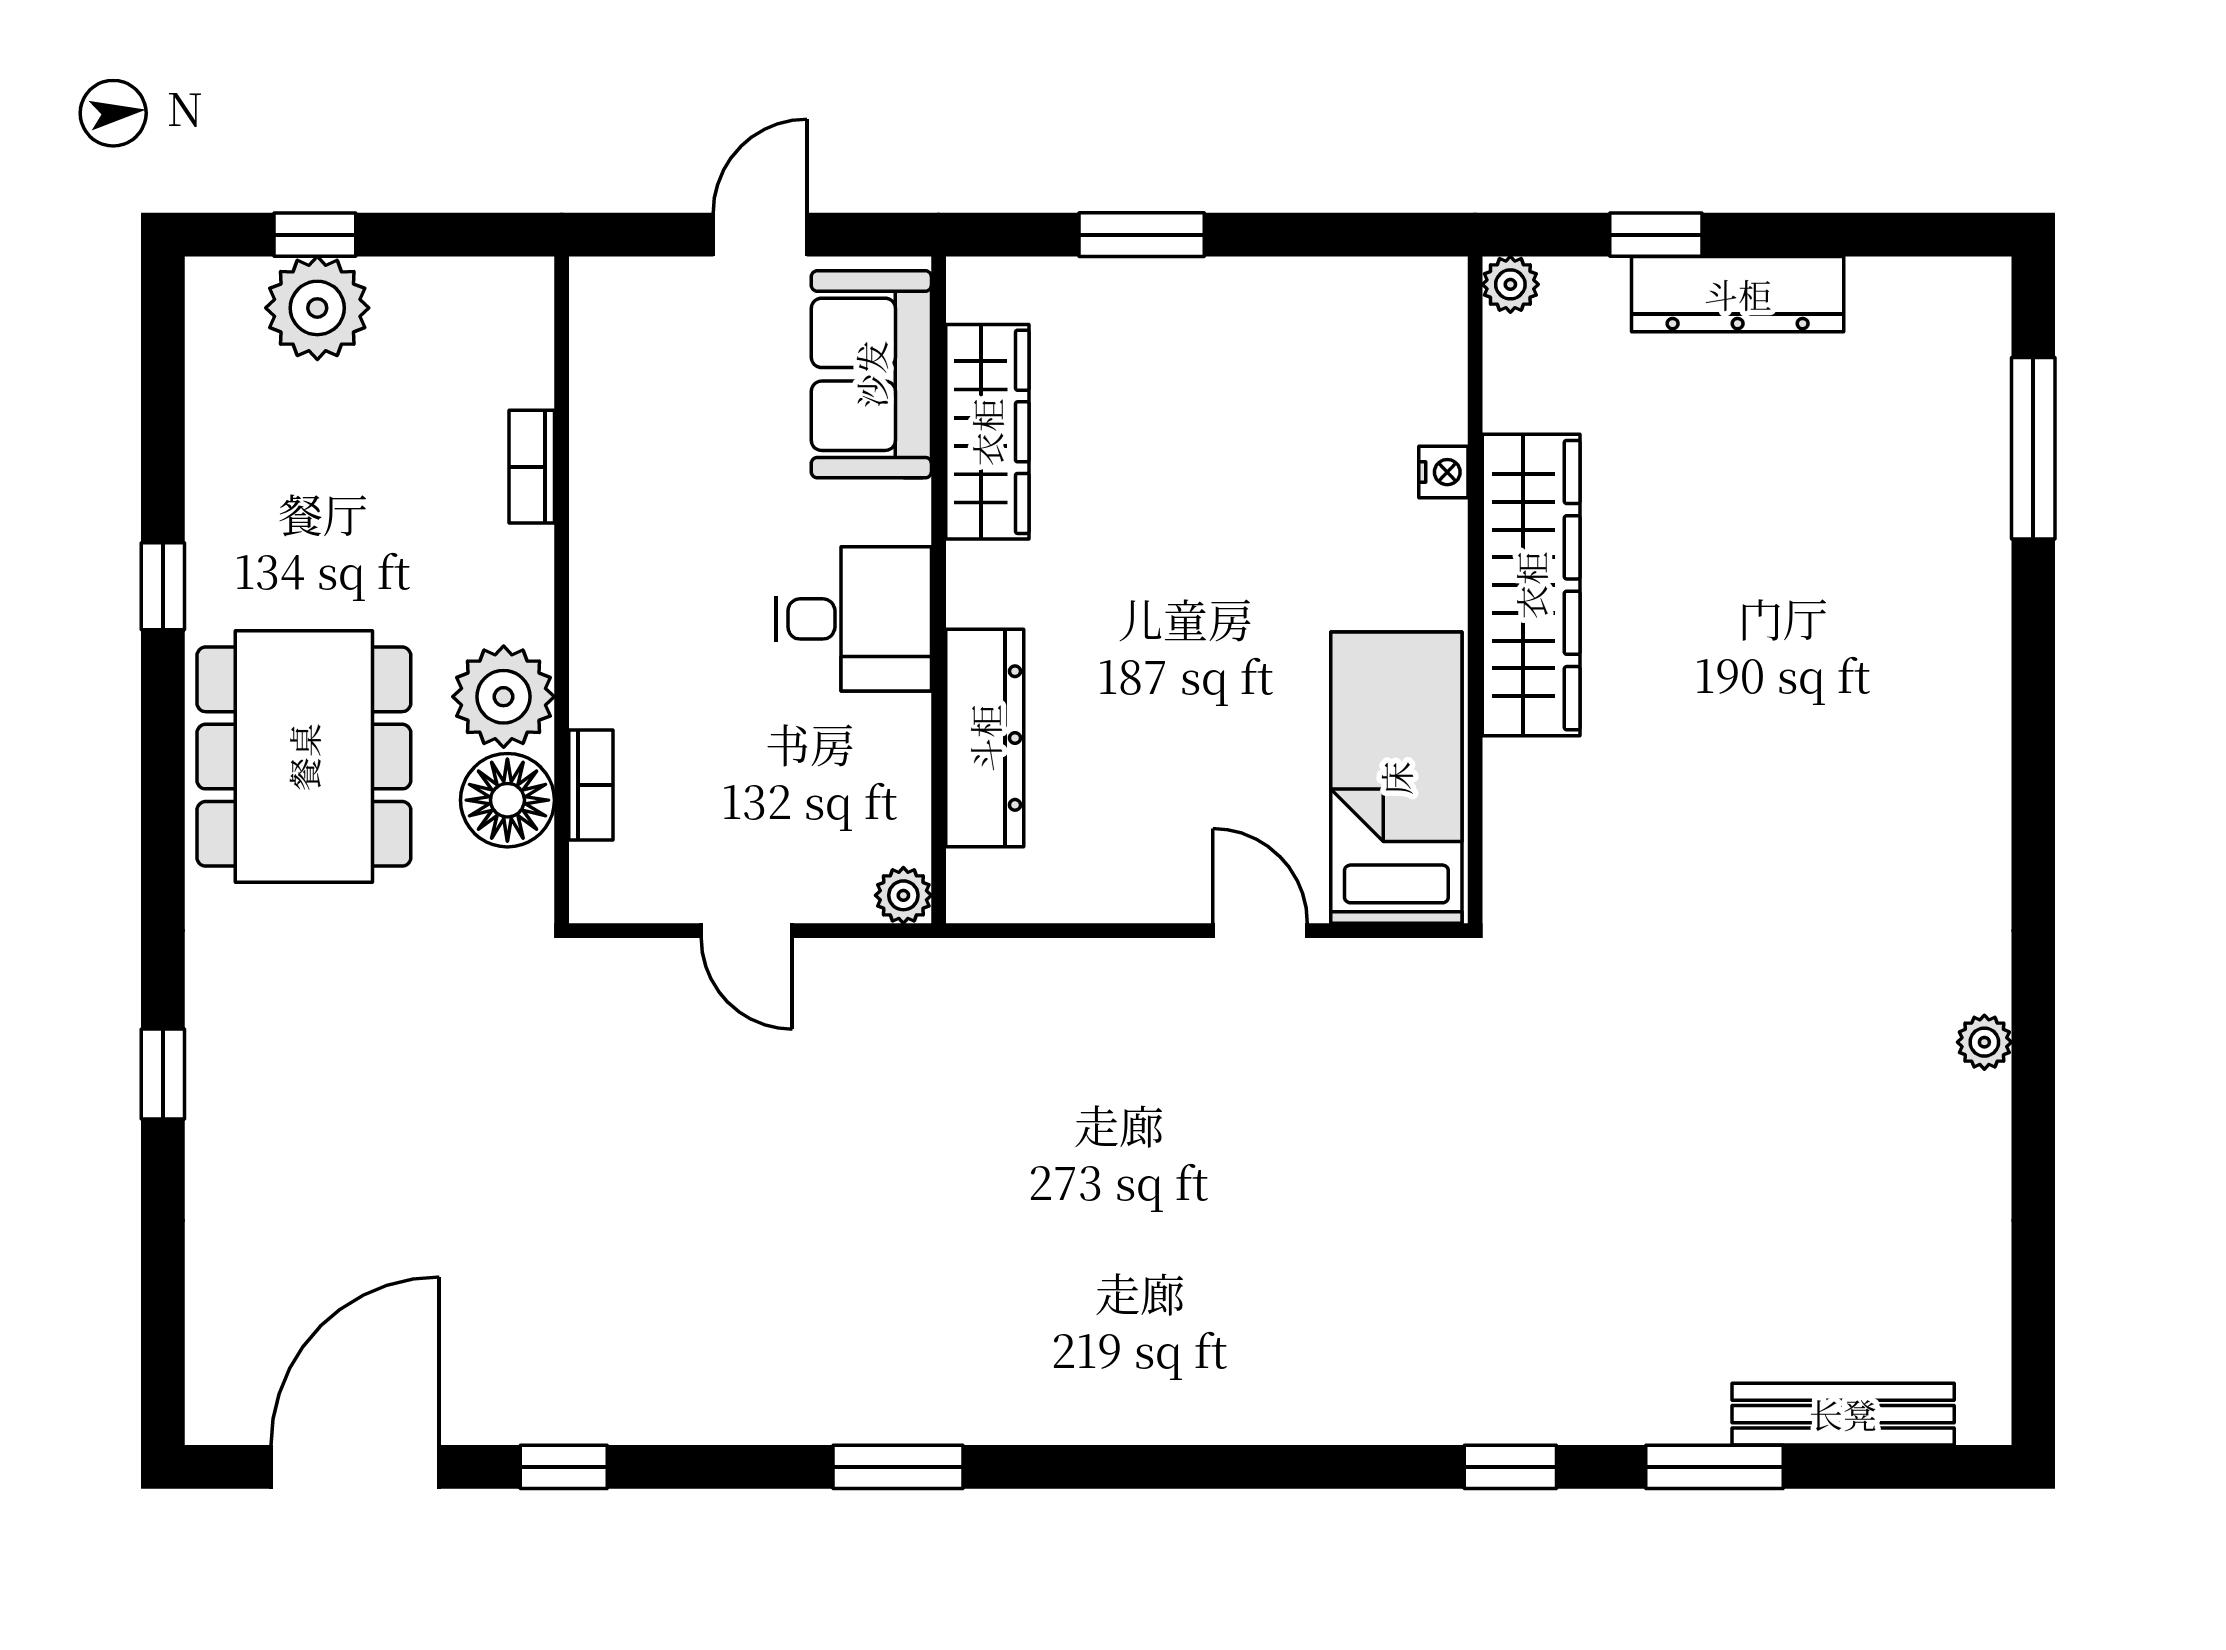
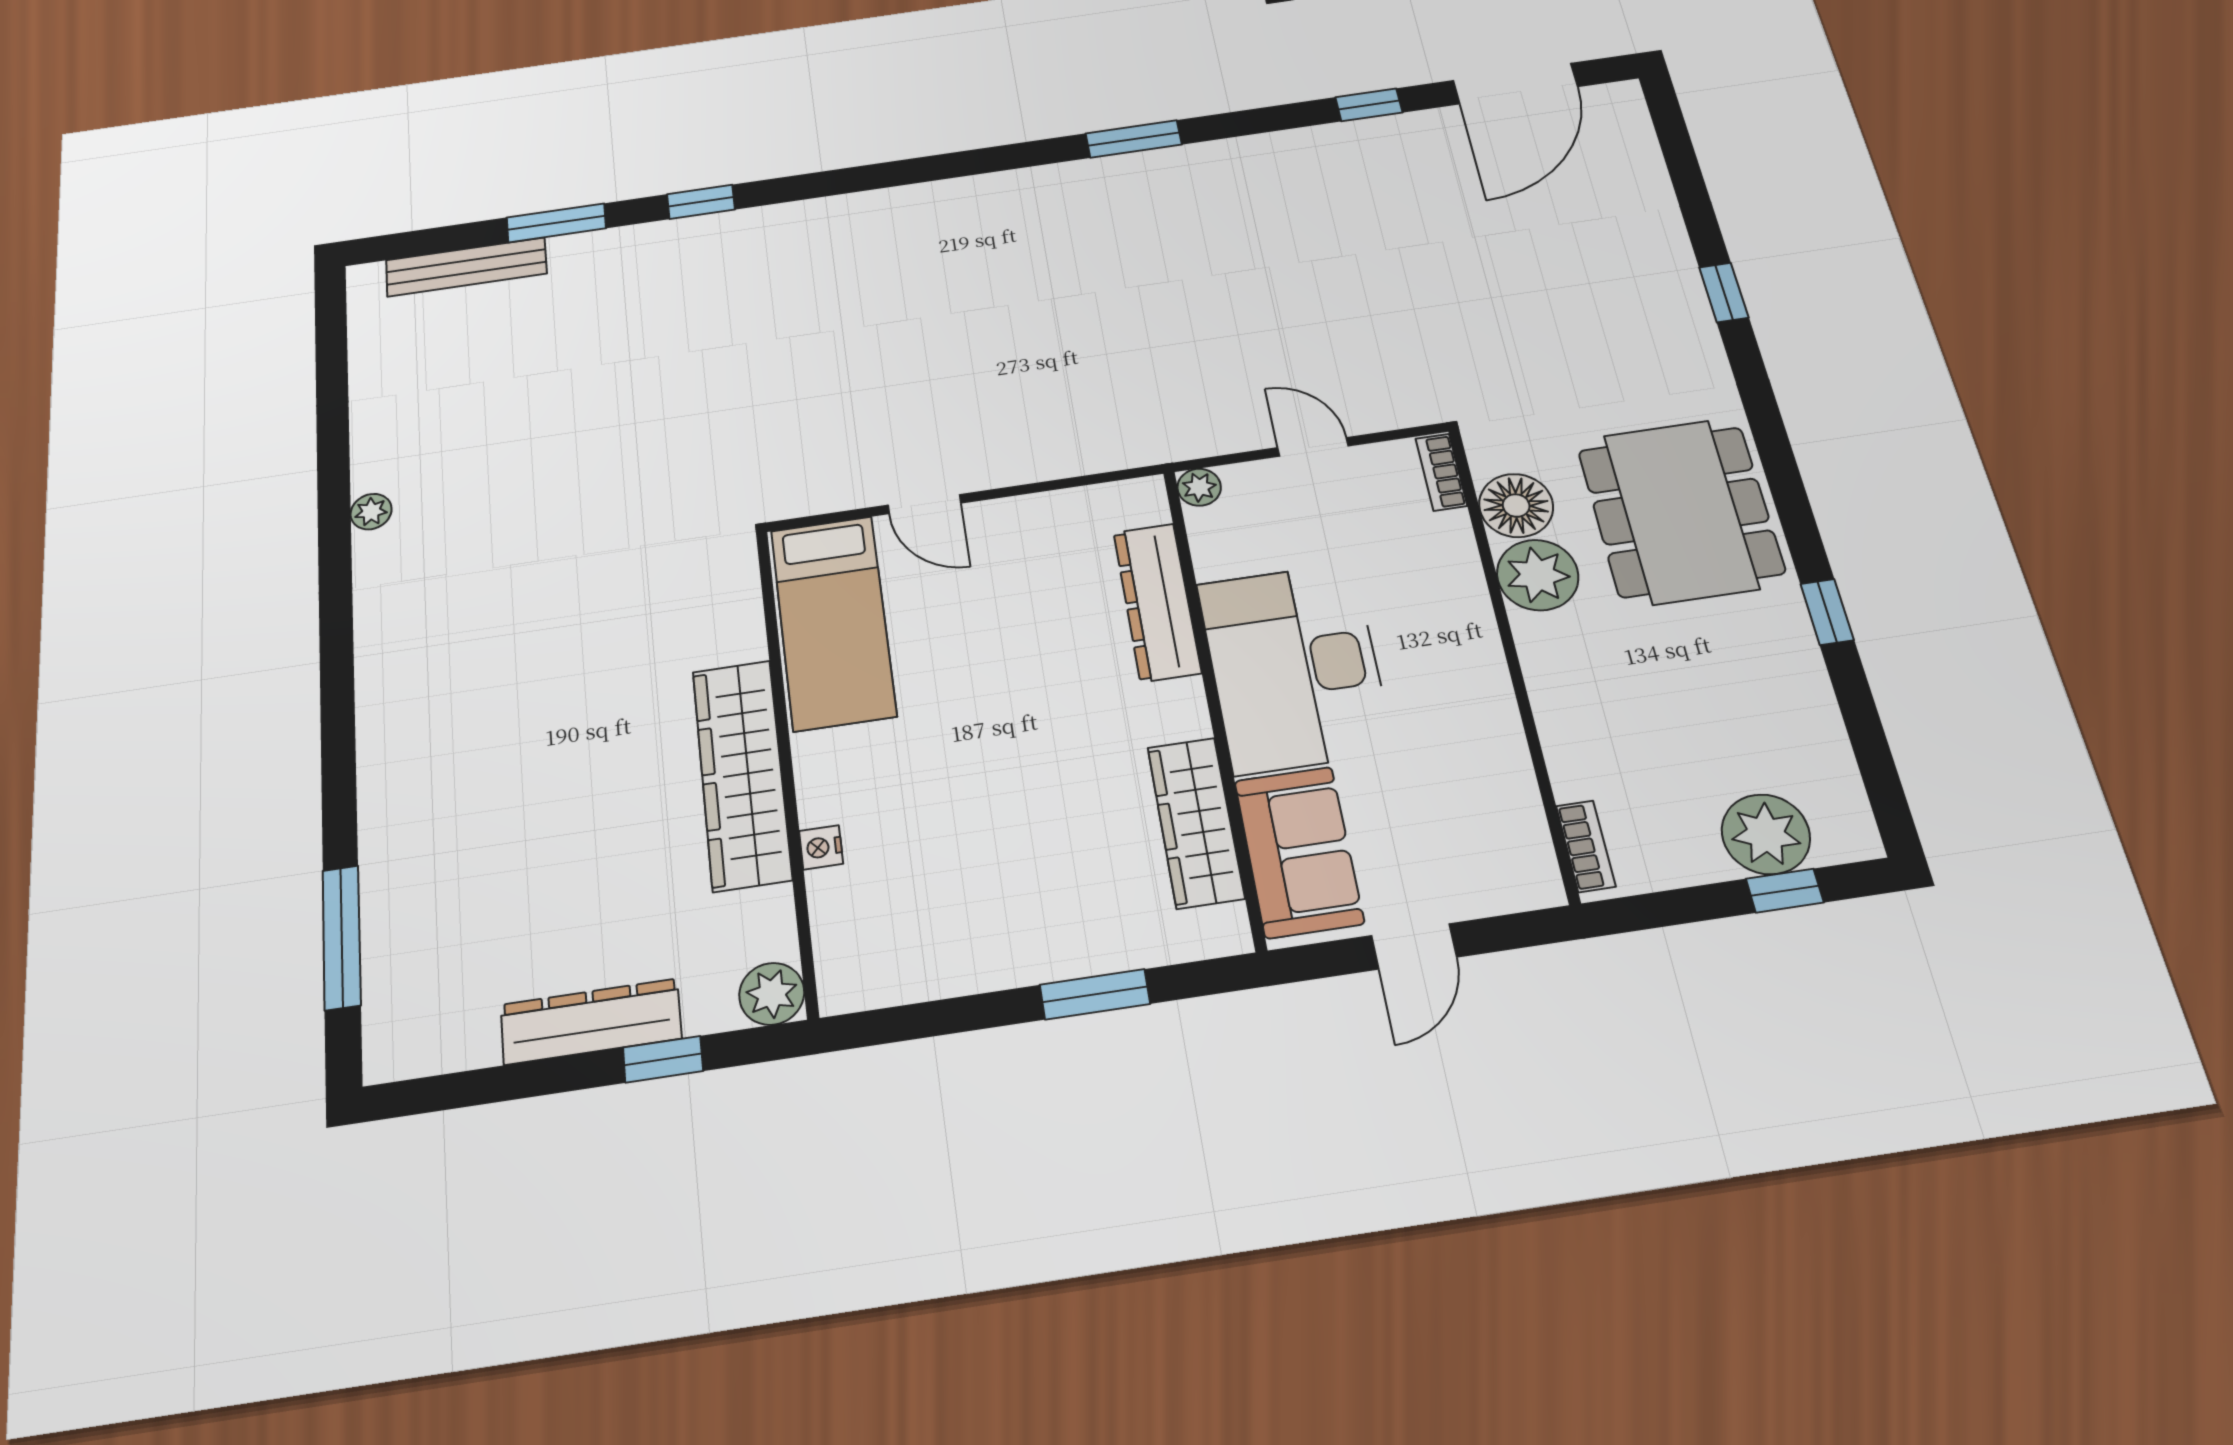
plant: (1510, 284) -> (772, 994), width x1.38, depth x1.38
bookcase: (532, 467) -> (1586, 846), moved
desk: (853, 619) -> (1295, 667), width x1.87, depth x1.30
bookcase: (591, 785) -> (1441, 472), moved

